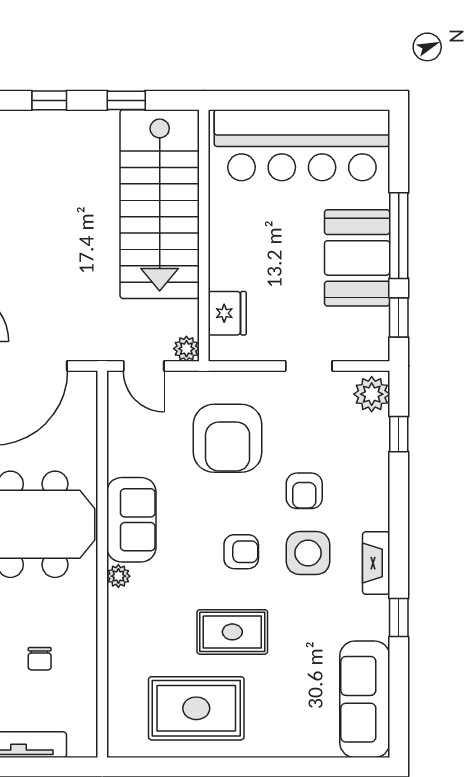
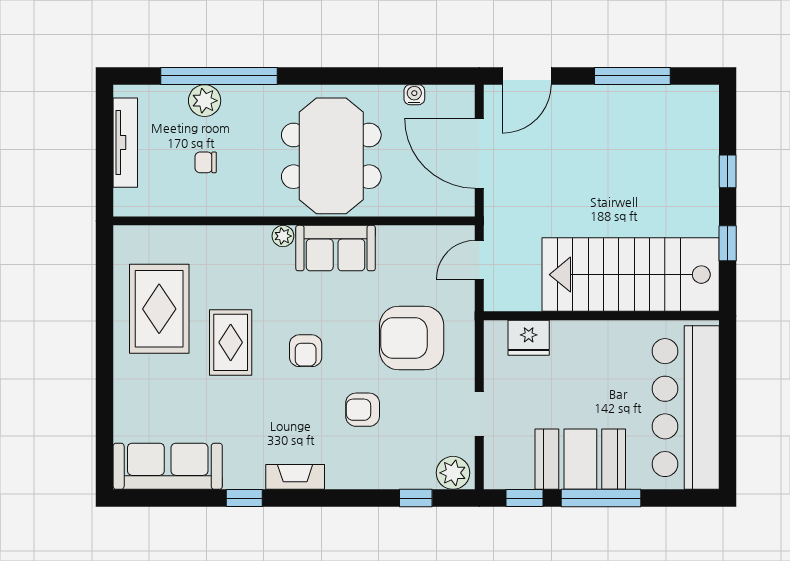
plant: (186, 349) -> (495, 300), removed
side table: (308, 553) -> (304, 413), removed

